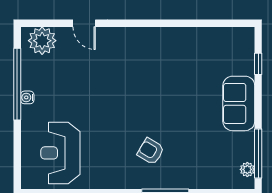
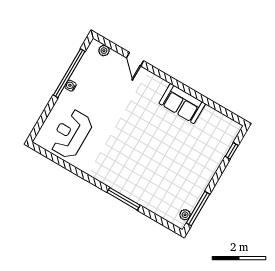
plant: (42, 41) -> (104, 51), width x0.53, depth x0.53
sofa: (239, 103) -> (182, 104), moved, turned -90
armchair: (151, 151) -> (130, 167), removed

